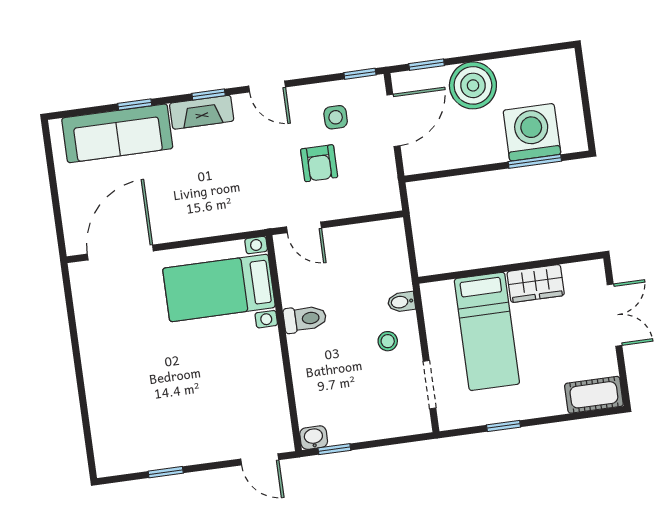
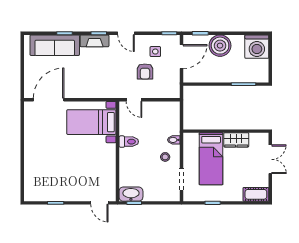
washing machine: (532, 132) -> (257, 47), moved, turned 180
washbasin: (314, 438) -> (131, 194), width x1.91, depth x1.45

